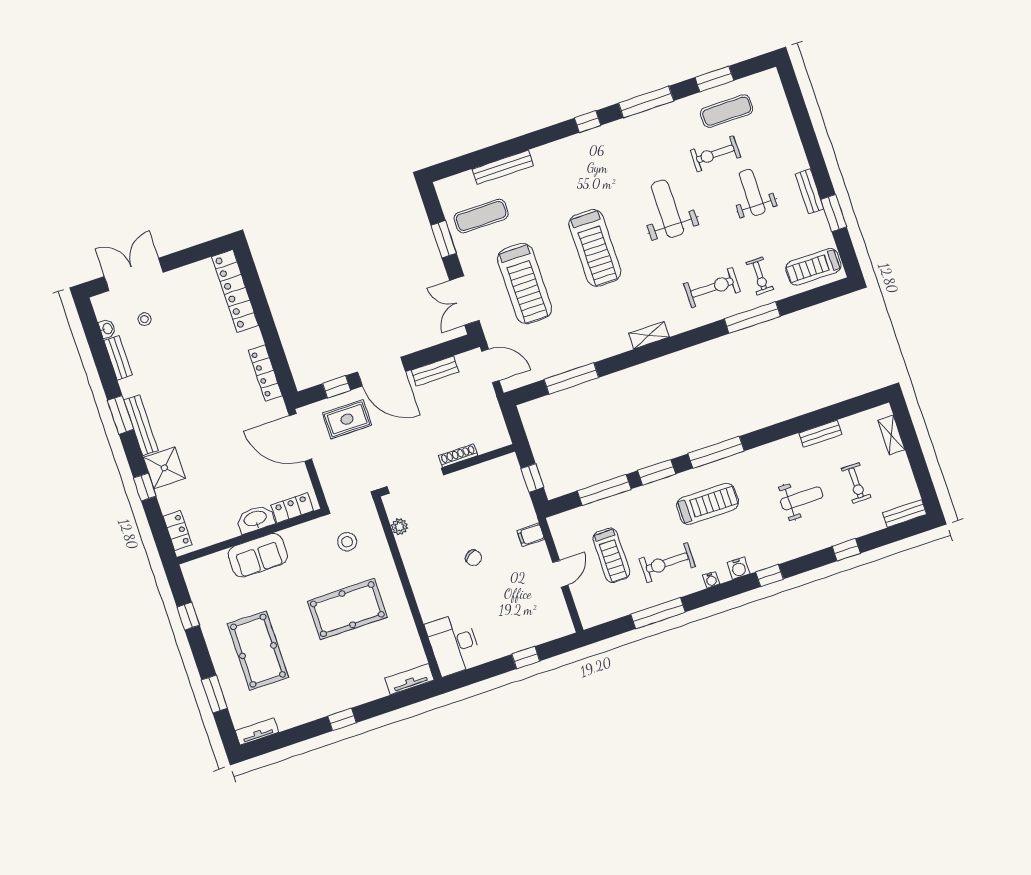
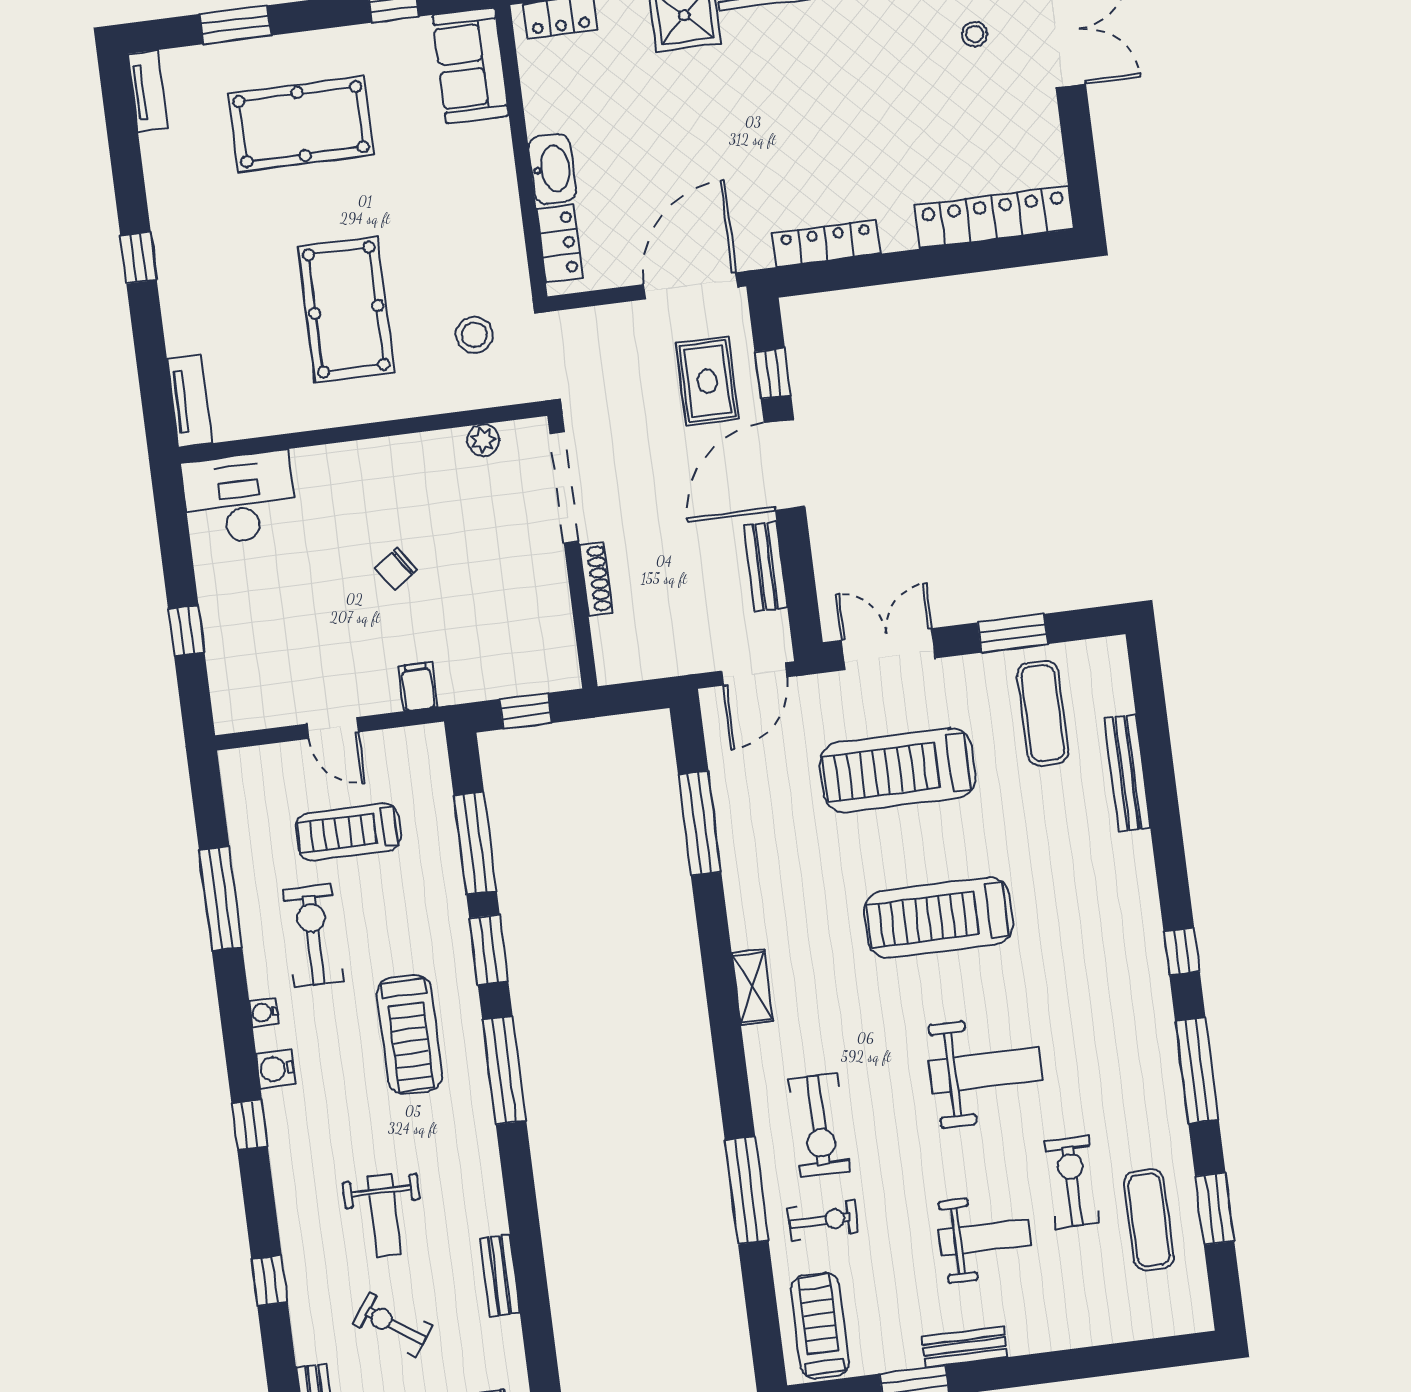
exercise bike: (760, 276) -> (823, 1220), turned 180
exercise bike: (856, 483) -> (393, 1324), turned 35
sofa: (258, 555) -> (471, 65), moved

